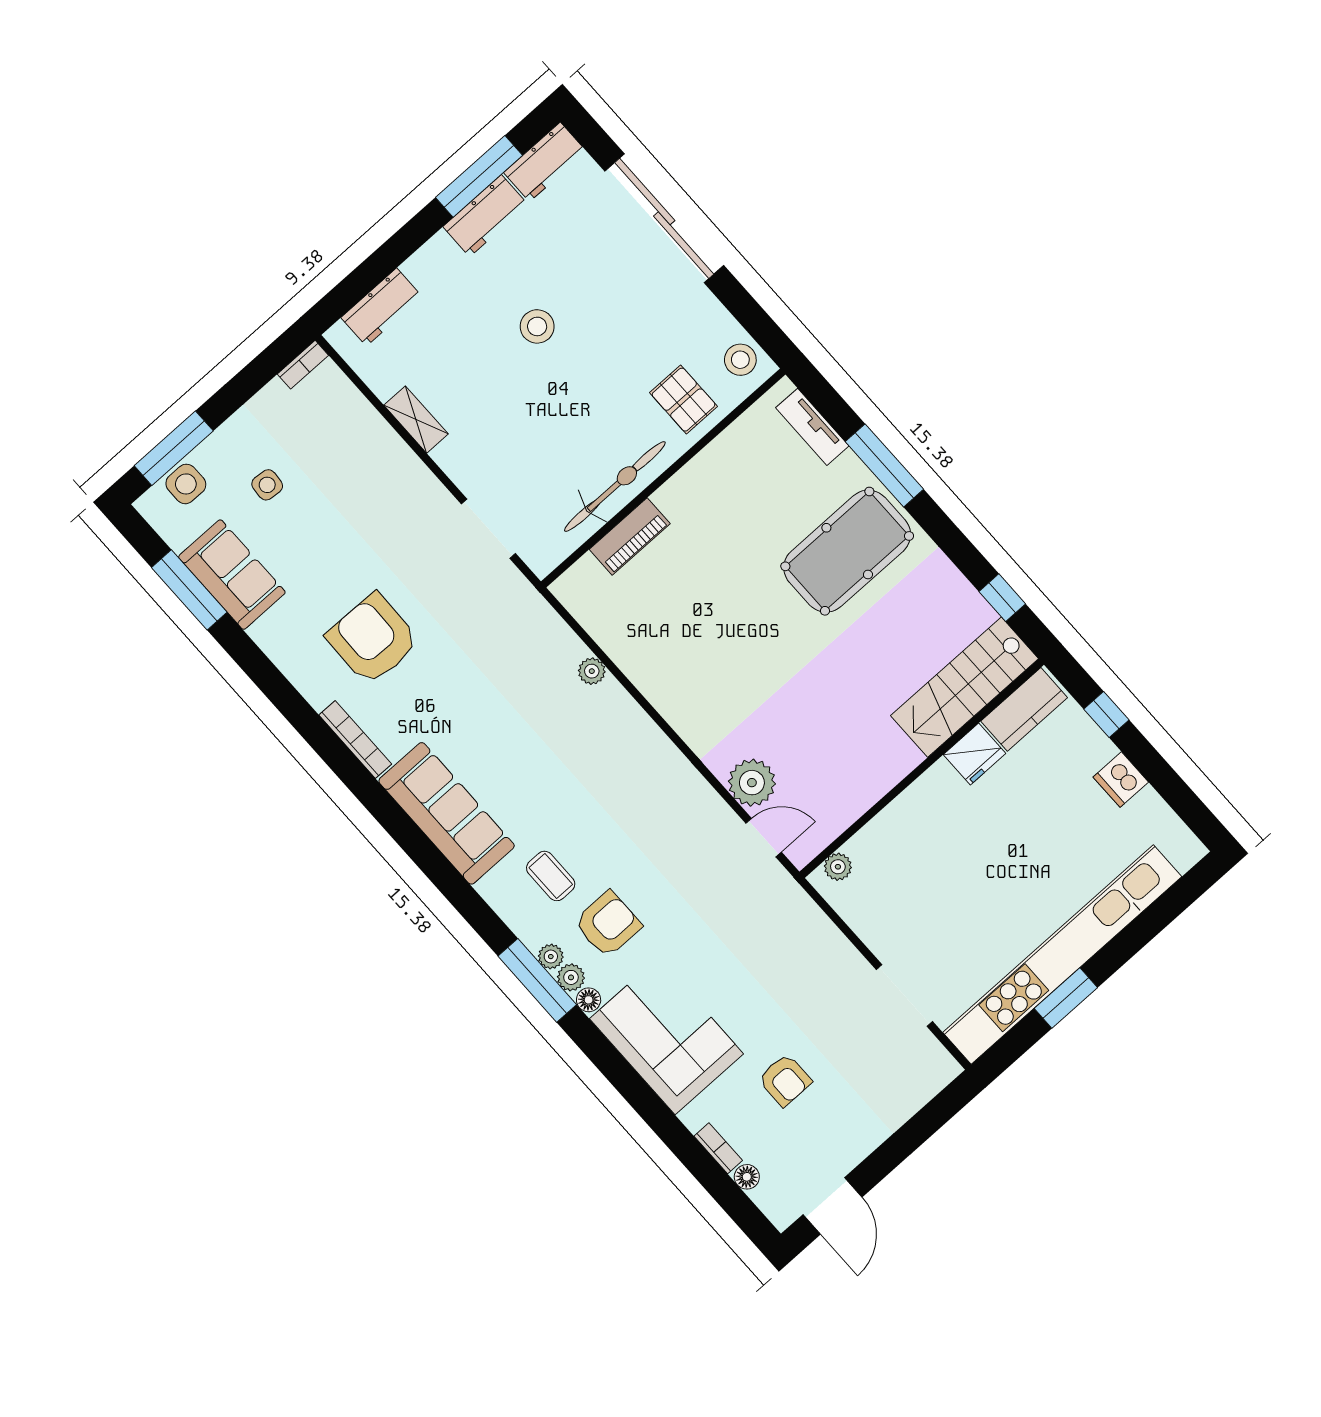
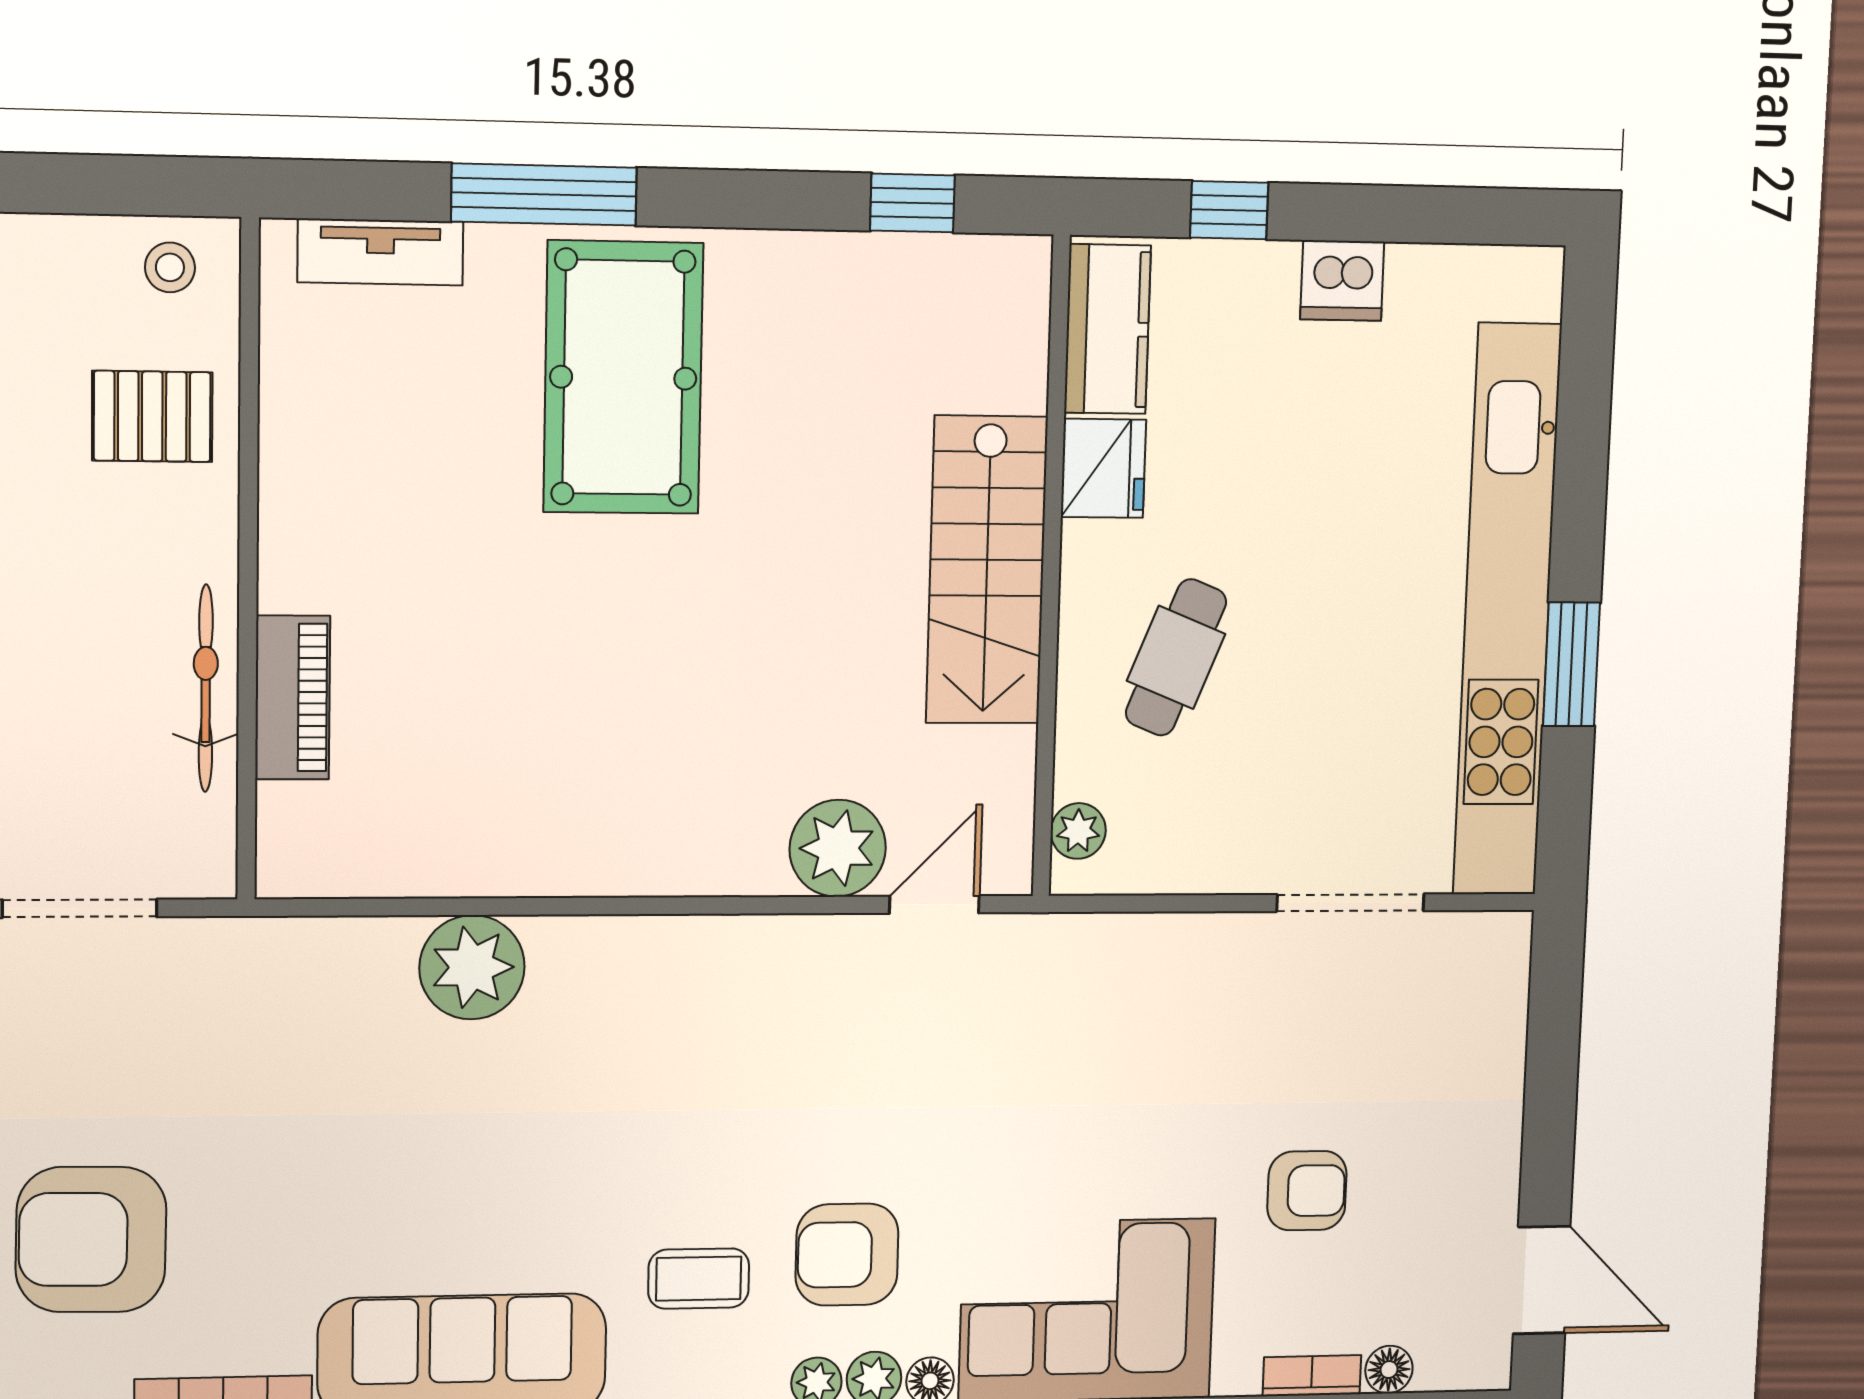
stool: (740, 360) -> (170, 267), width x0.73, depth x0.73
bicycle: (615, 486) -> (206, 688), width x0.73, depth x0.71
plant: (592, 671) -> (472, 967), width x1.87, depth x1.87
stairs: (965, 687) -> (987, 570), moved
cafe table: (933, 845) -> (1176, 657), added
armchair: (608, 924) -> (847, 1255), turned -90

